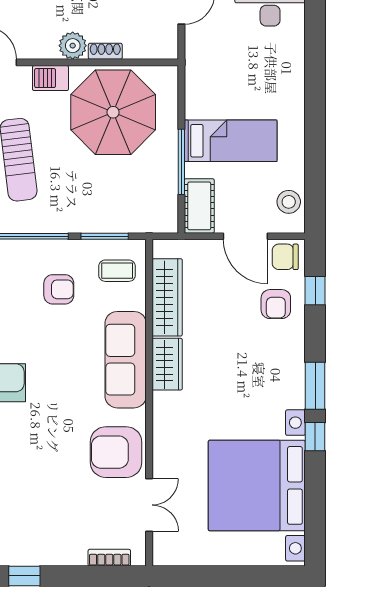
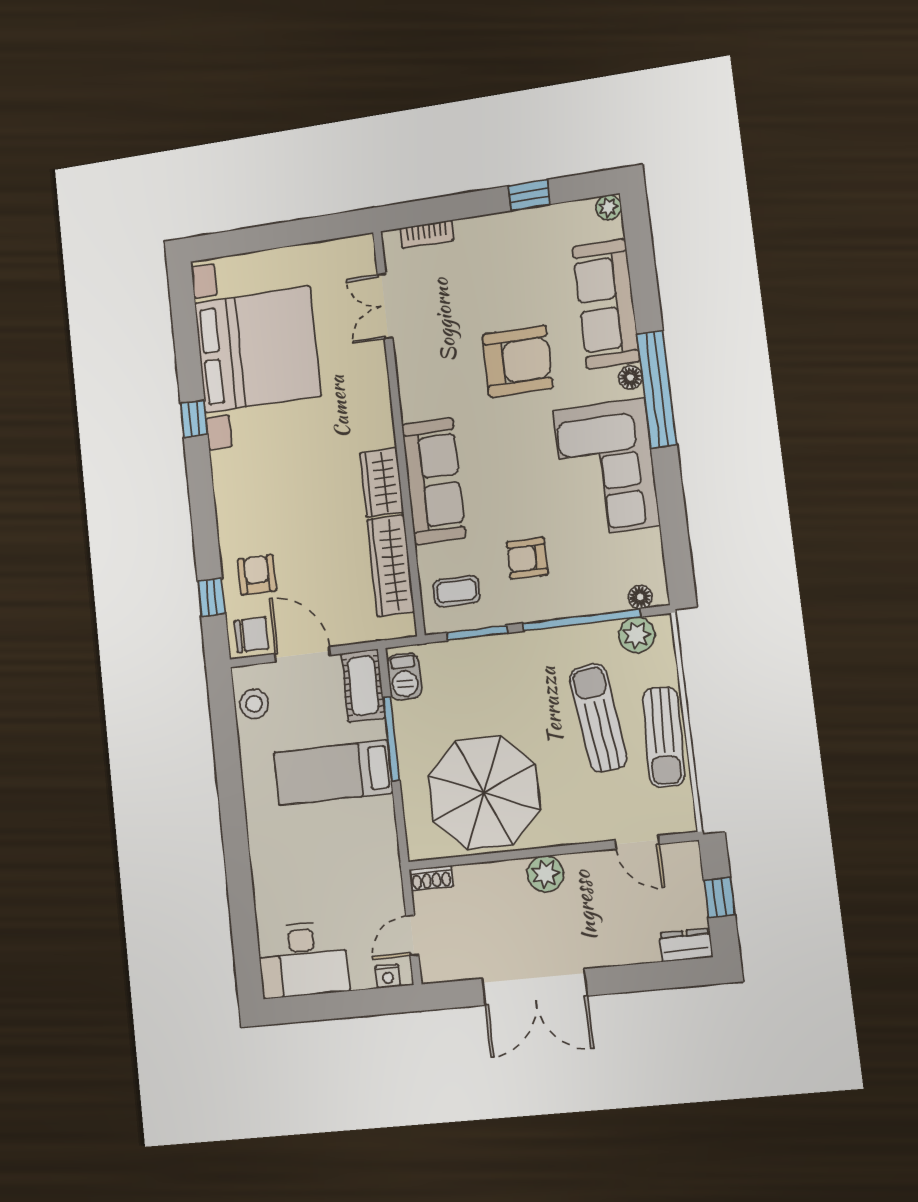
shoe rack: (105, 51) -> (431, 878), moved
barbecue: (50, 78) -> (404, 677), moved, turned 90
window: (315, 386) -> (200, 481), removed
armchair: (116, 452) -> (518, 361), moved

